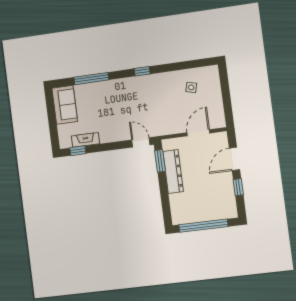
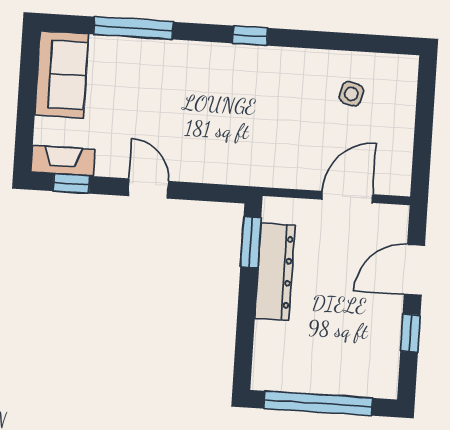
fireplace: (86, 140) -> (63, 161), moved
door: (141, 142) -> (148, 189), moved

